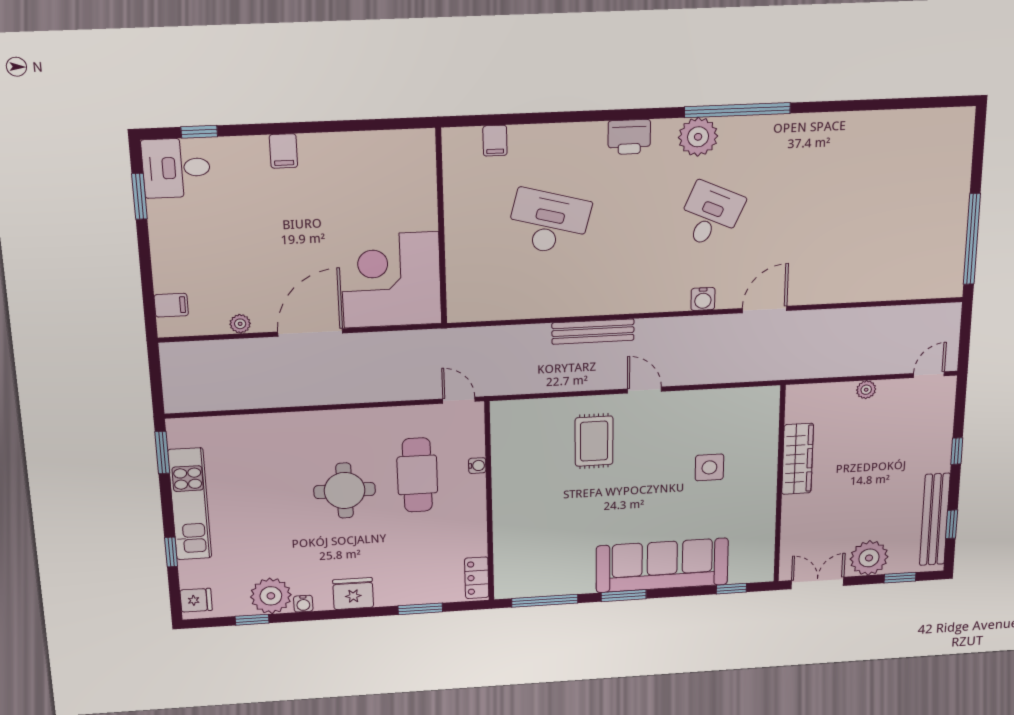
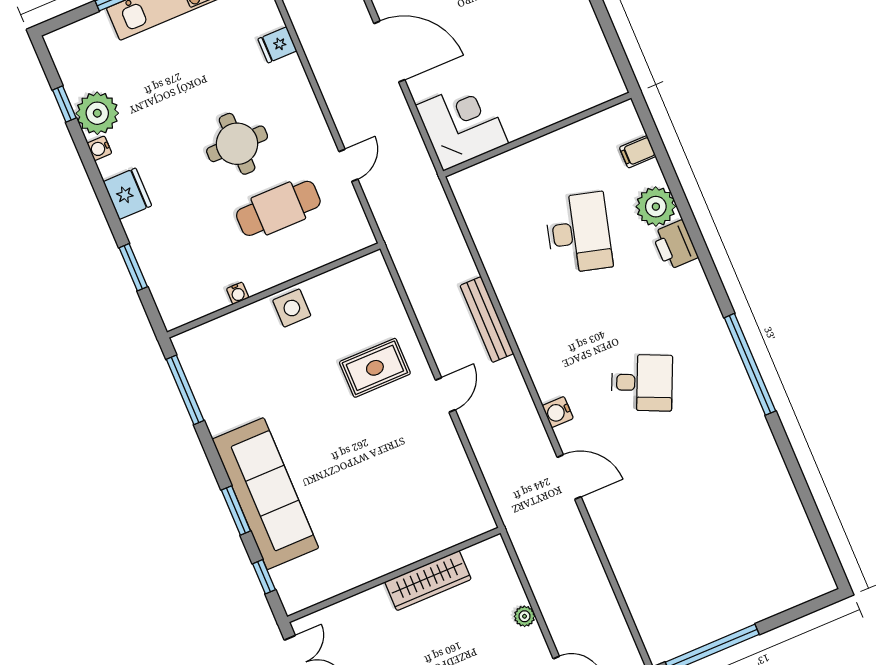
printer: (629, 137) -> (675, 245), moved
plant: (698, 137) -> (656, 207), moved
corner desk: (391, 280) -> (462, 125), width x0.74, depth x0.74
door: (459, 400) -> (348, 165), moved
water cooler: (477, 466) -> (238, 293), moved
side table: (709, 467) -> (292, 308), moved
locker: (477, 578) -> (187, 311), removed
window: (624, 596) -> (236, 510), moved
fridge: (196, 600) -> (277, 45), moved, turned 90

